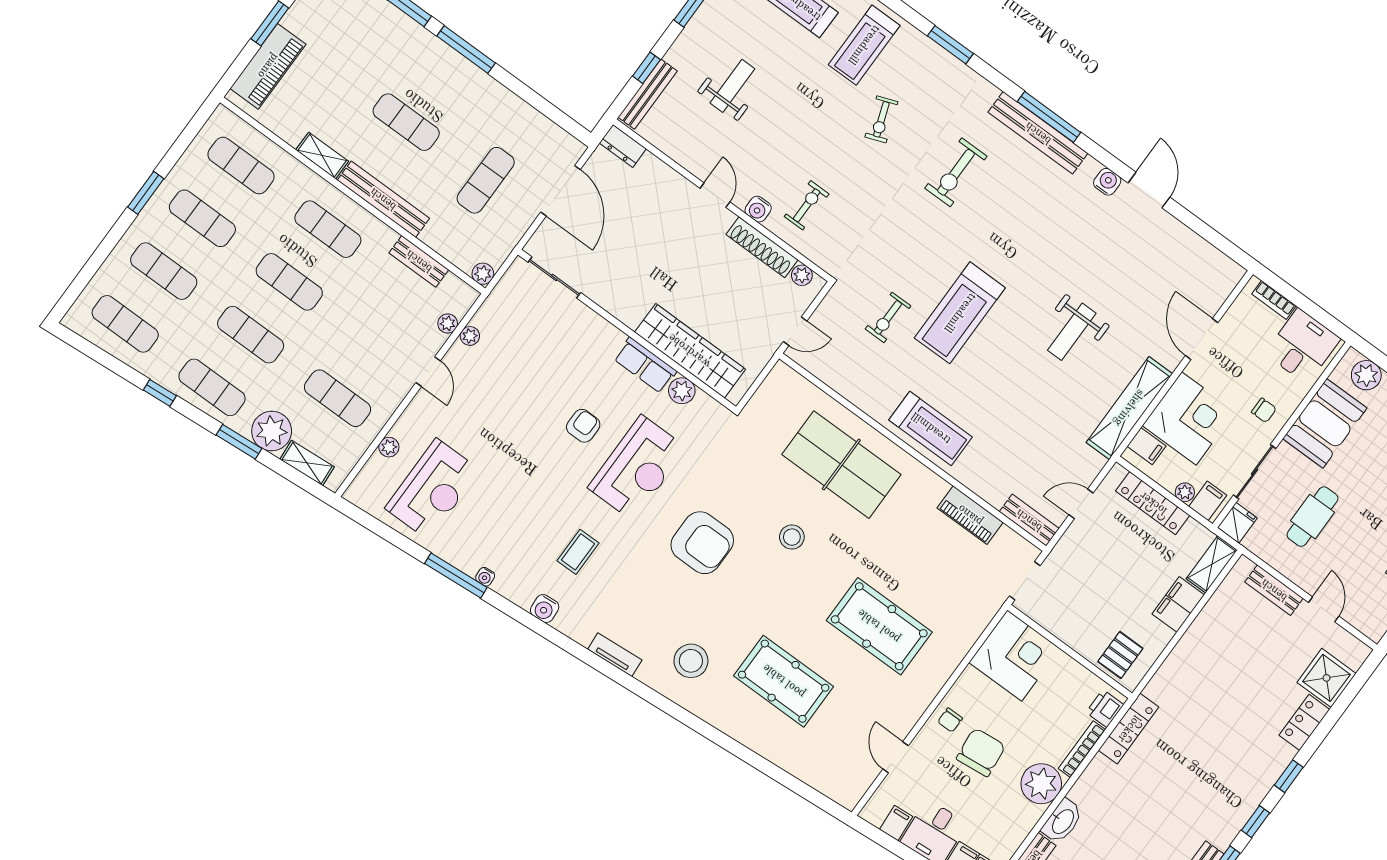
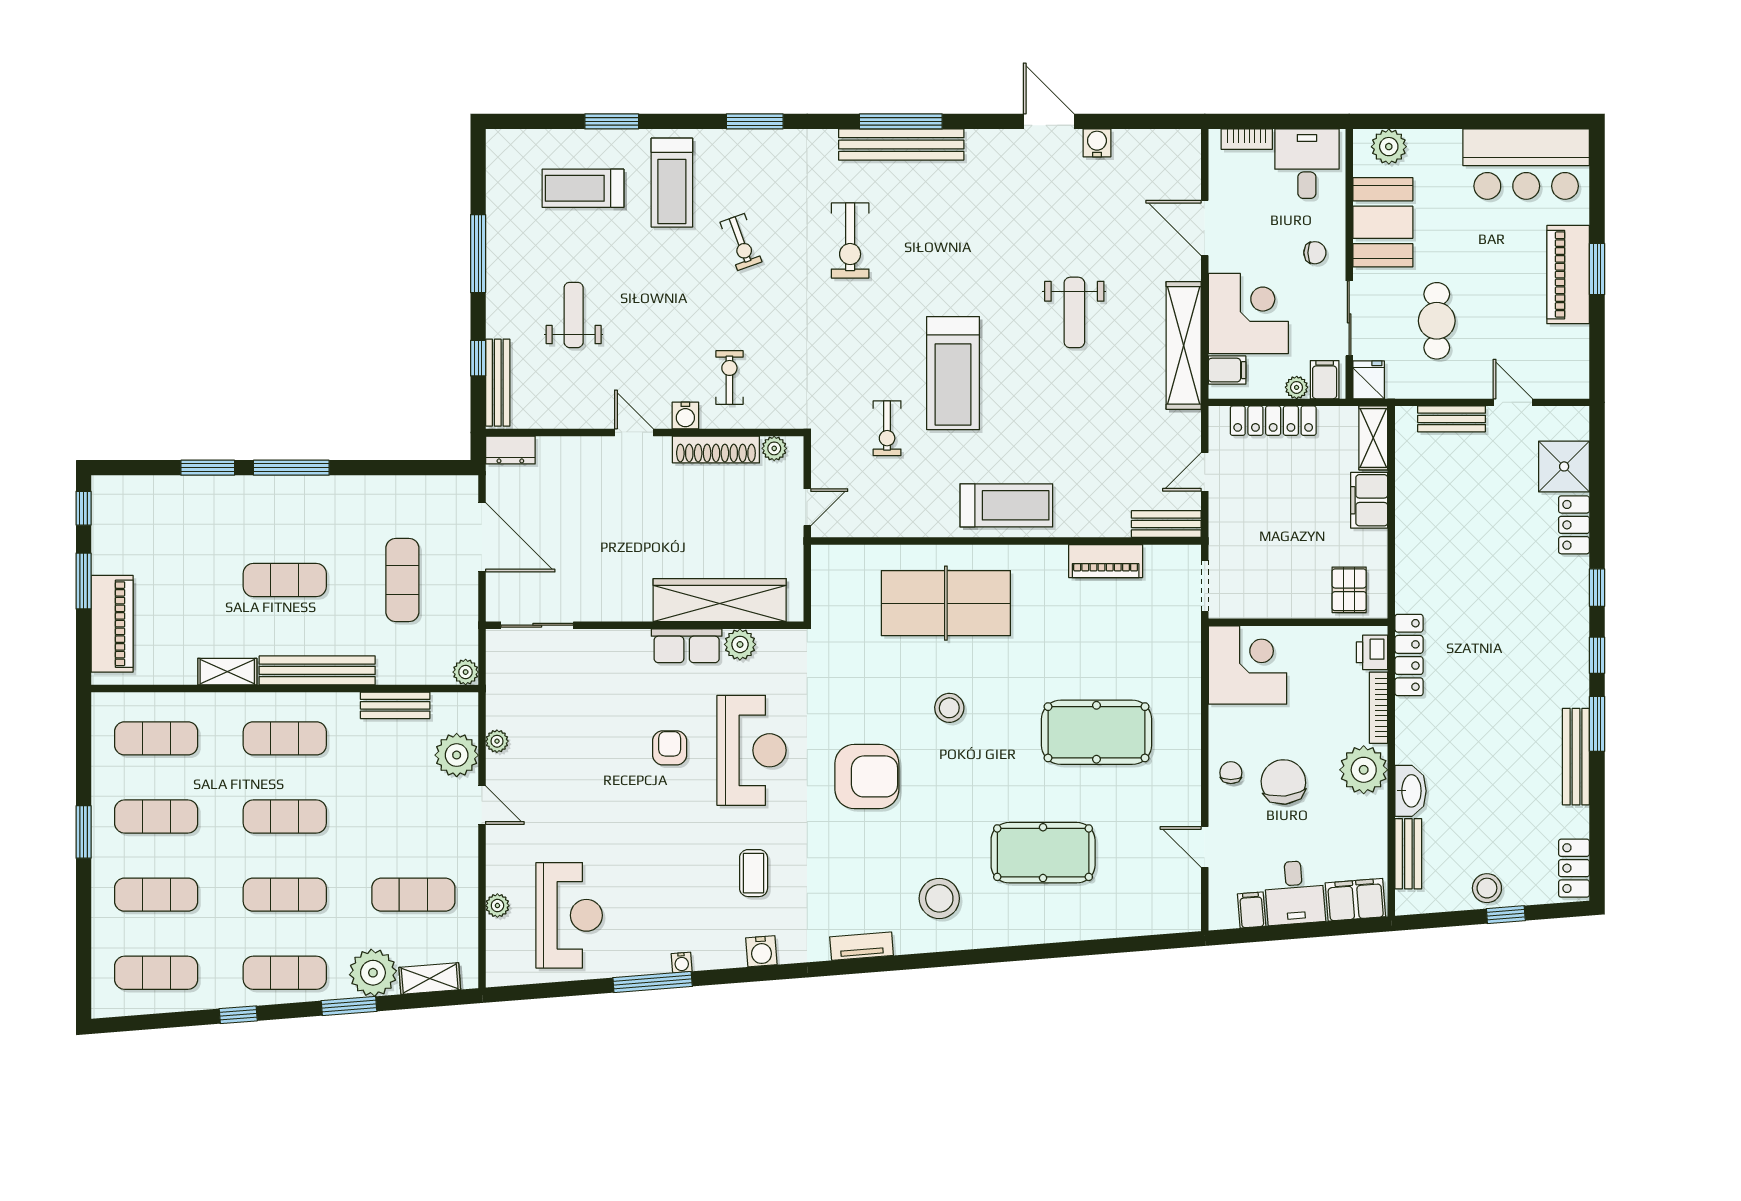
water cooler: (1107, 182) -> (1097, 143), moved
plant: (448, 323) -> (457, 755), width x1.87, depth x1.87
chair: (950, 720) -> (1231, 773), turned 180

